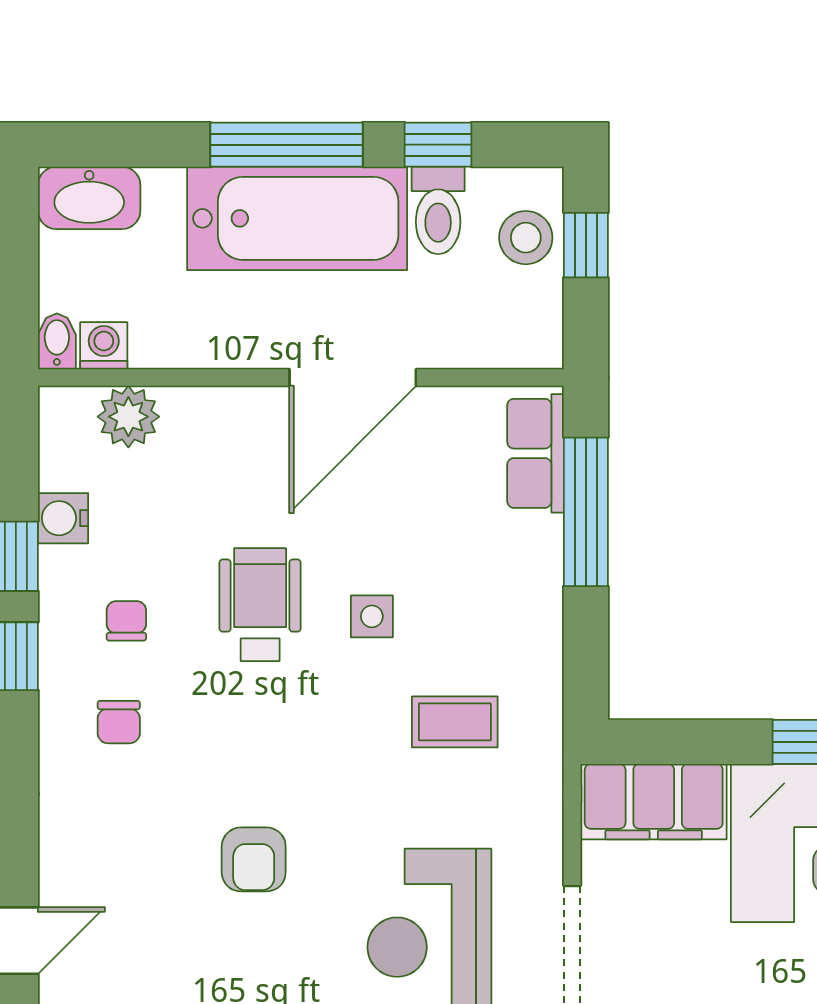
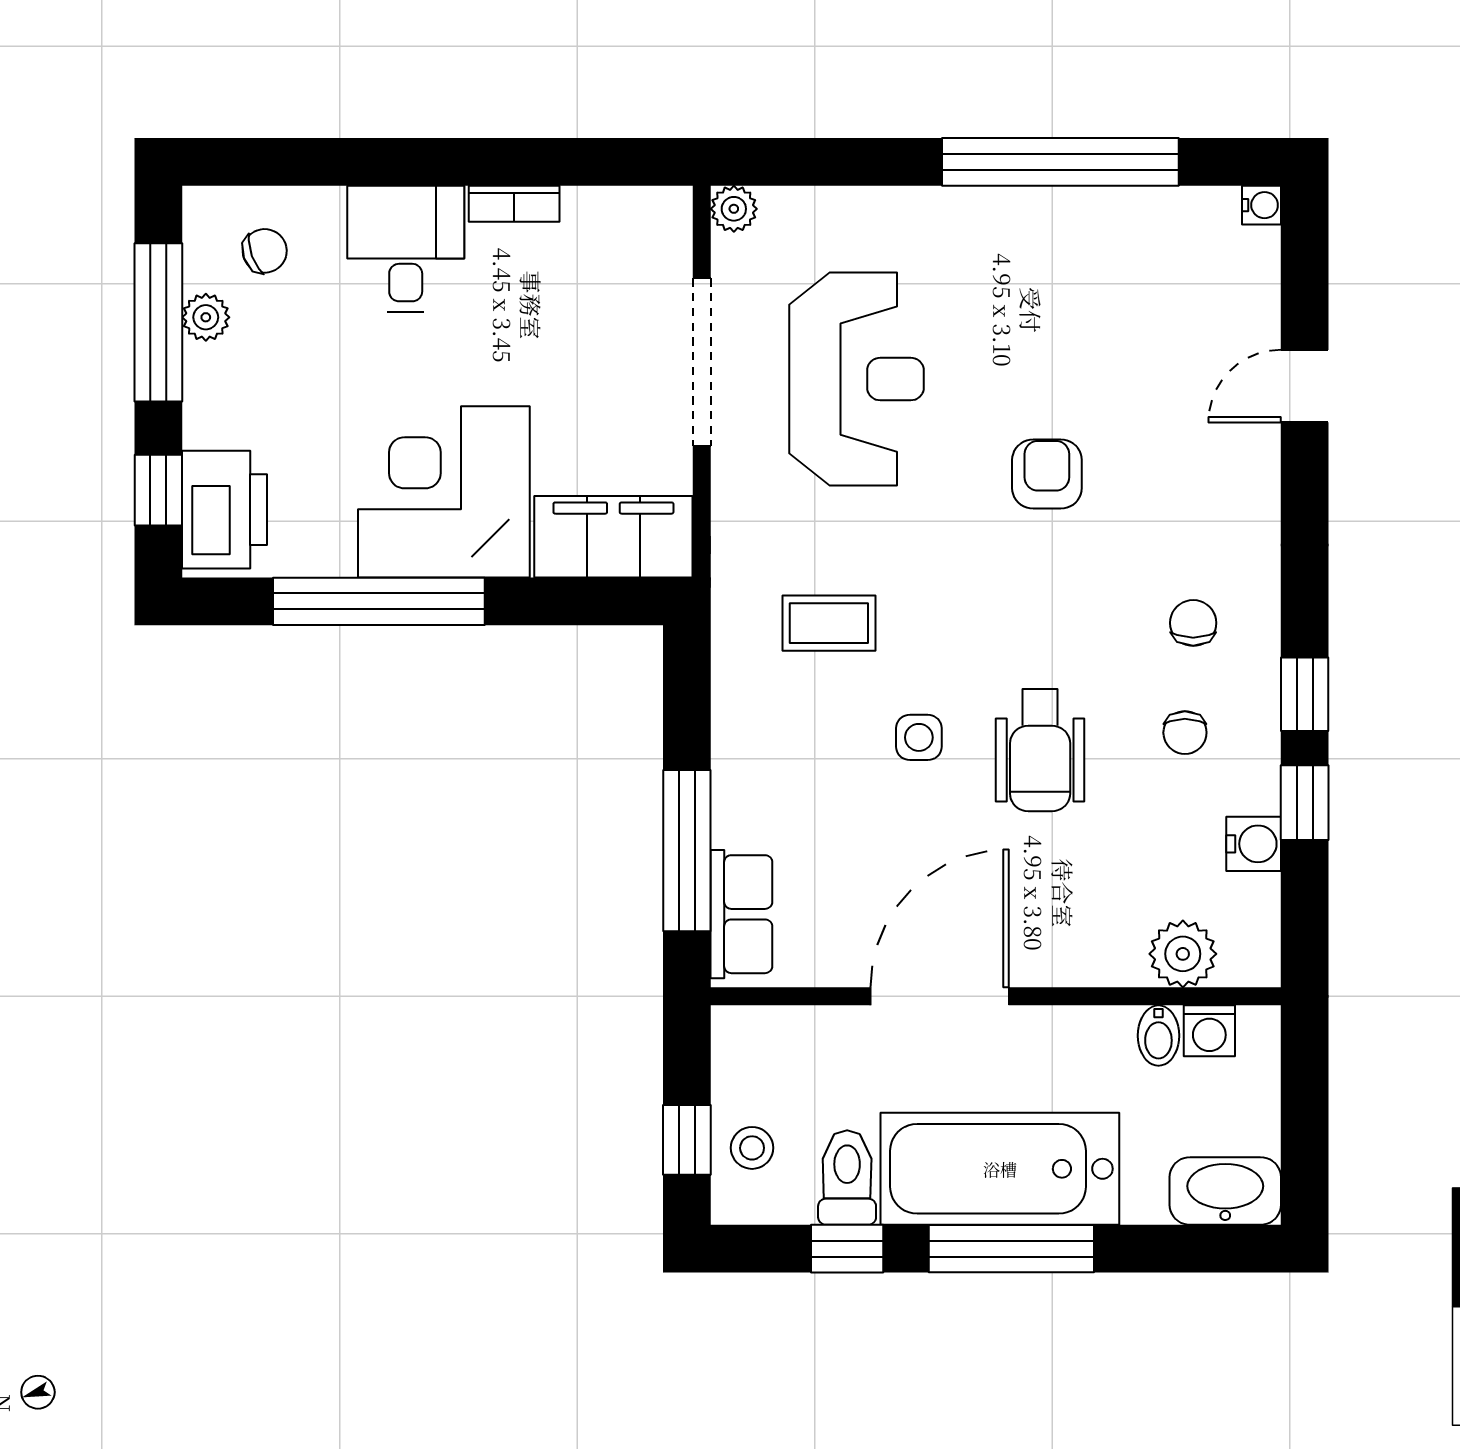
stool: (526, 238) -> (752, 1148), width x0.73, depth x0.73
bidet: (57, 341) -> (1158, 1036), moved

